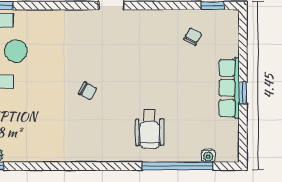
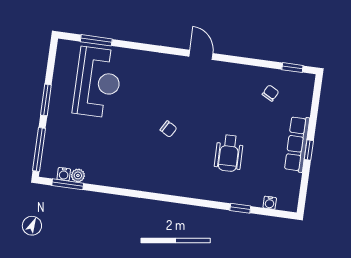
wheelchair: (150, 129) -> (229, 153), moved
window: (177, 166) -> (240, 208), width x0.32

